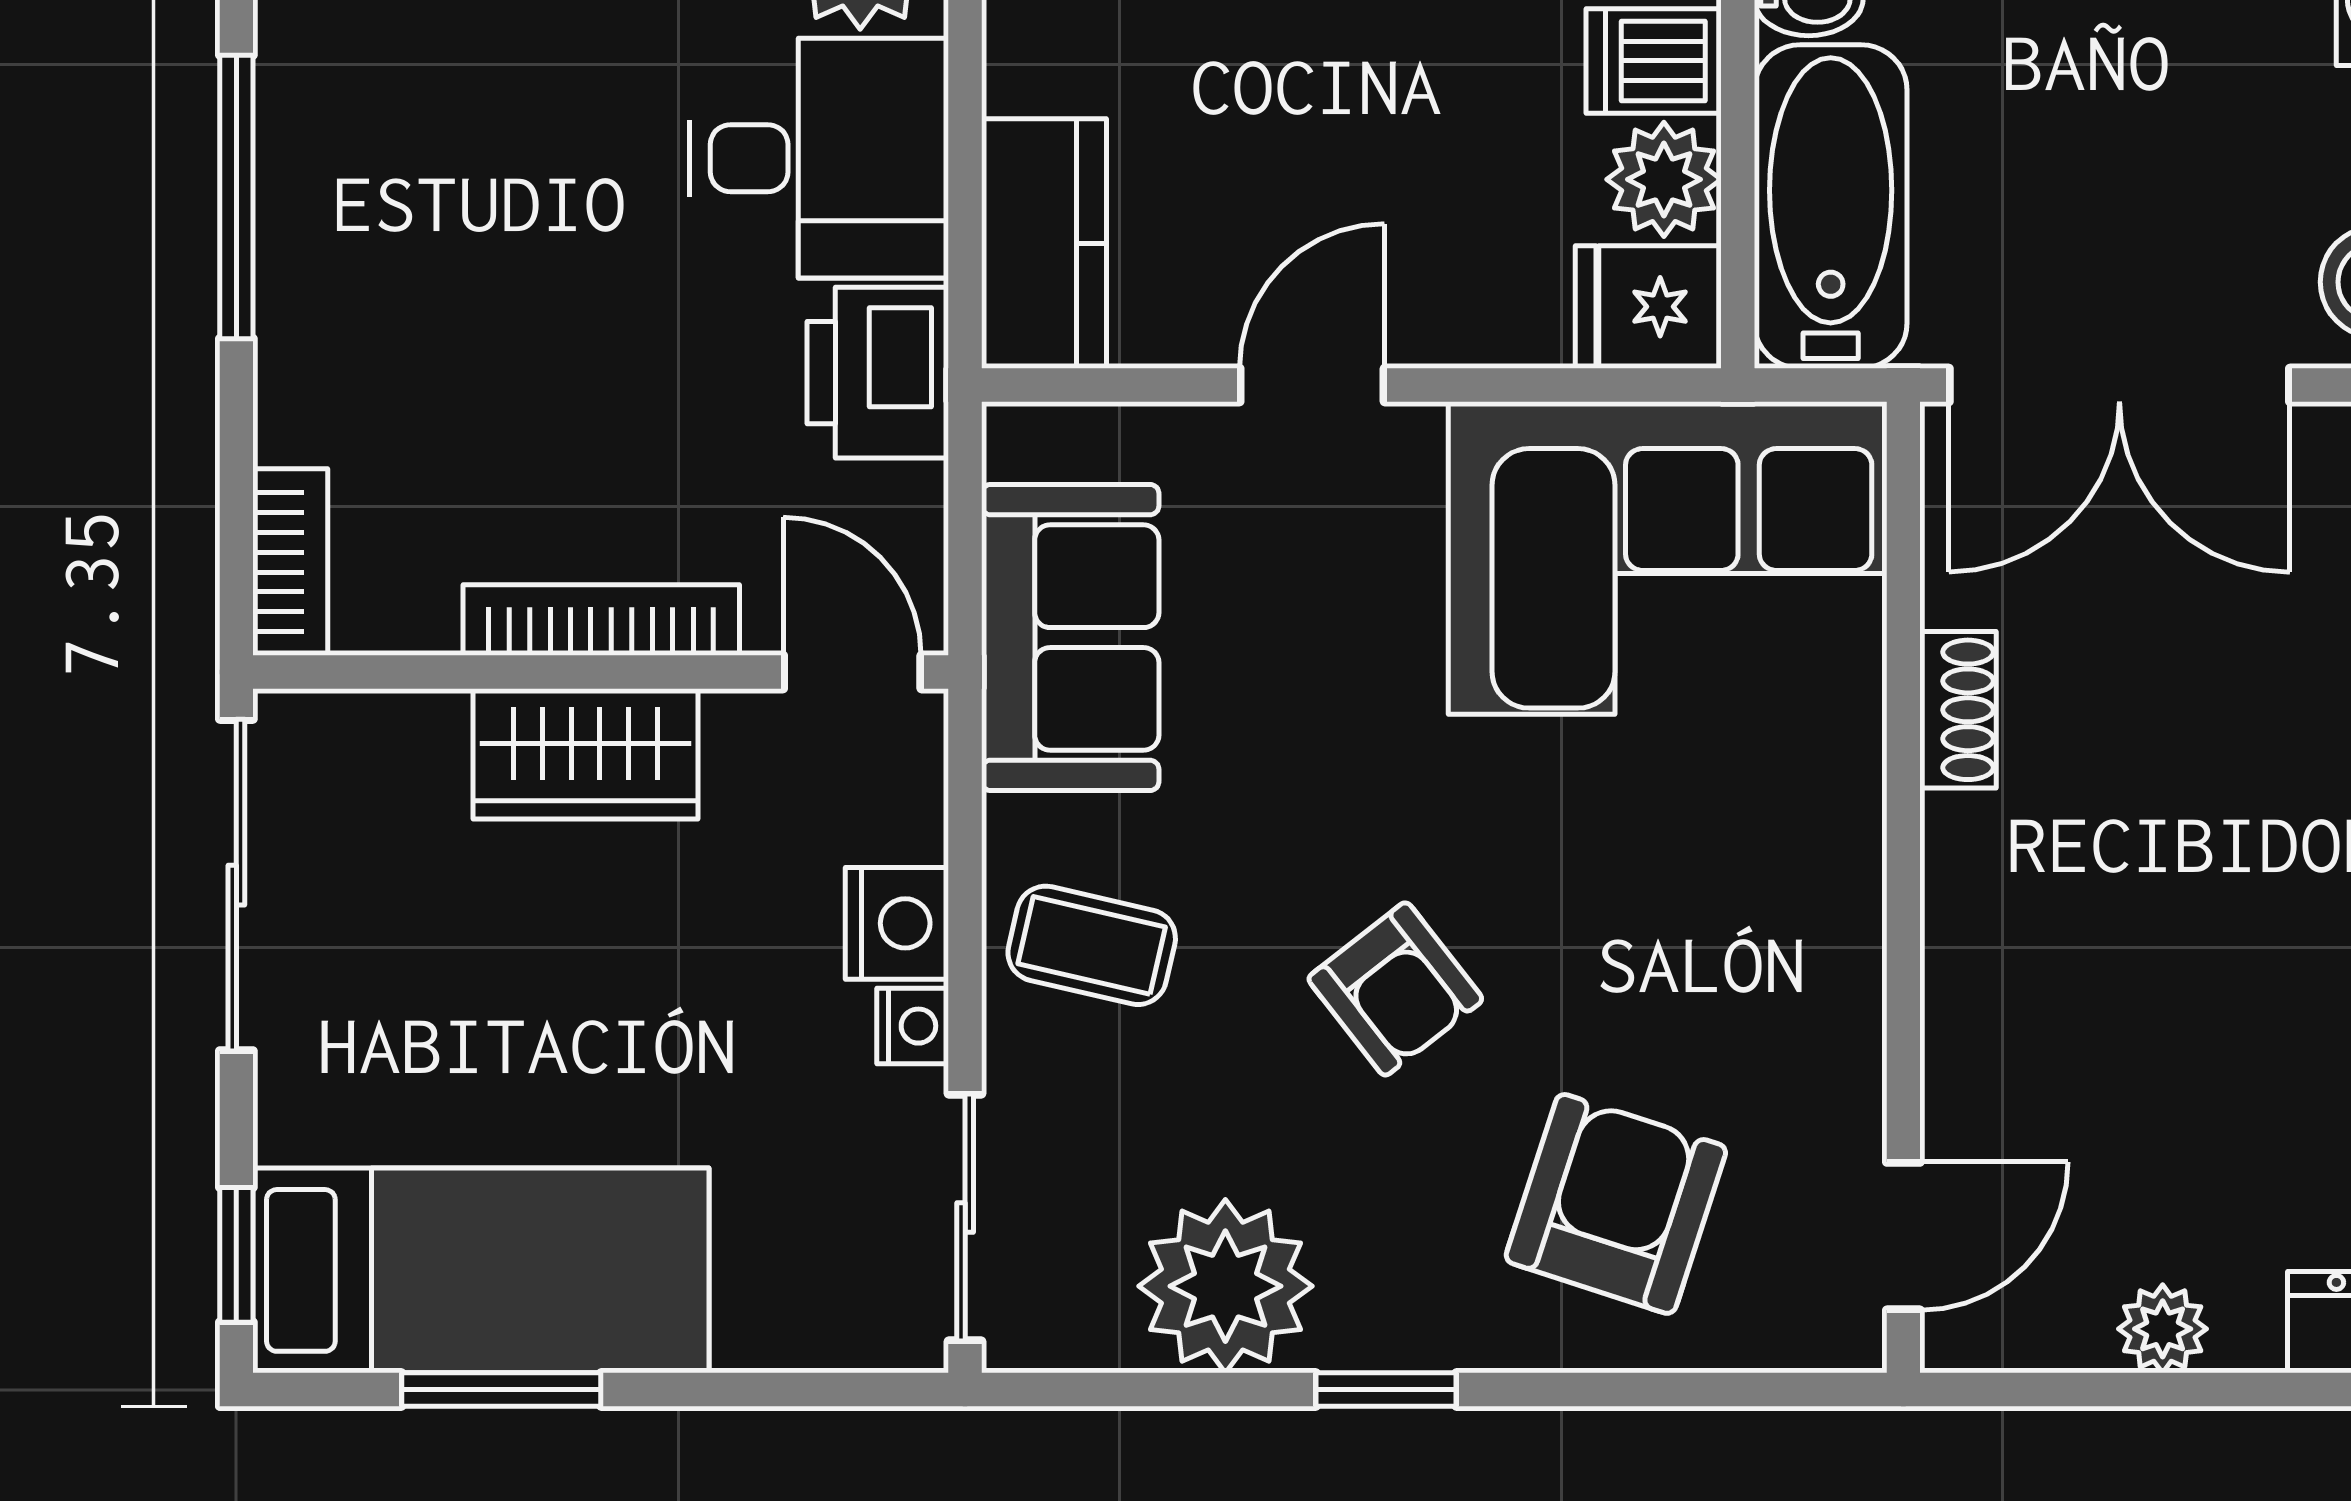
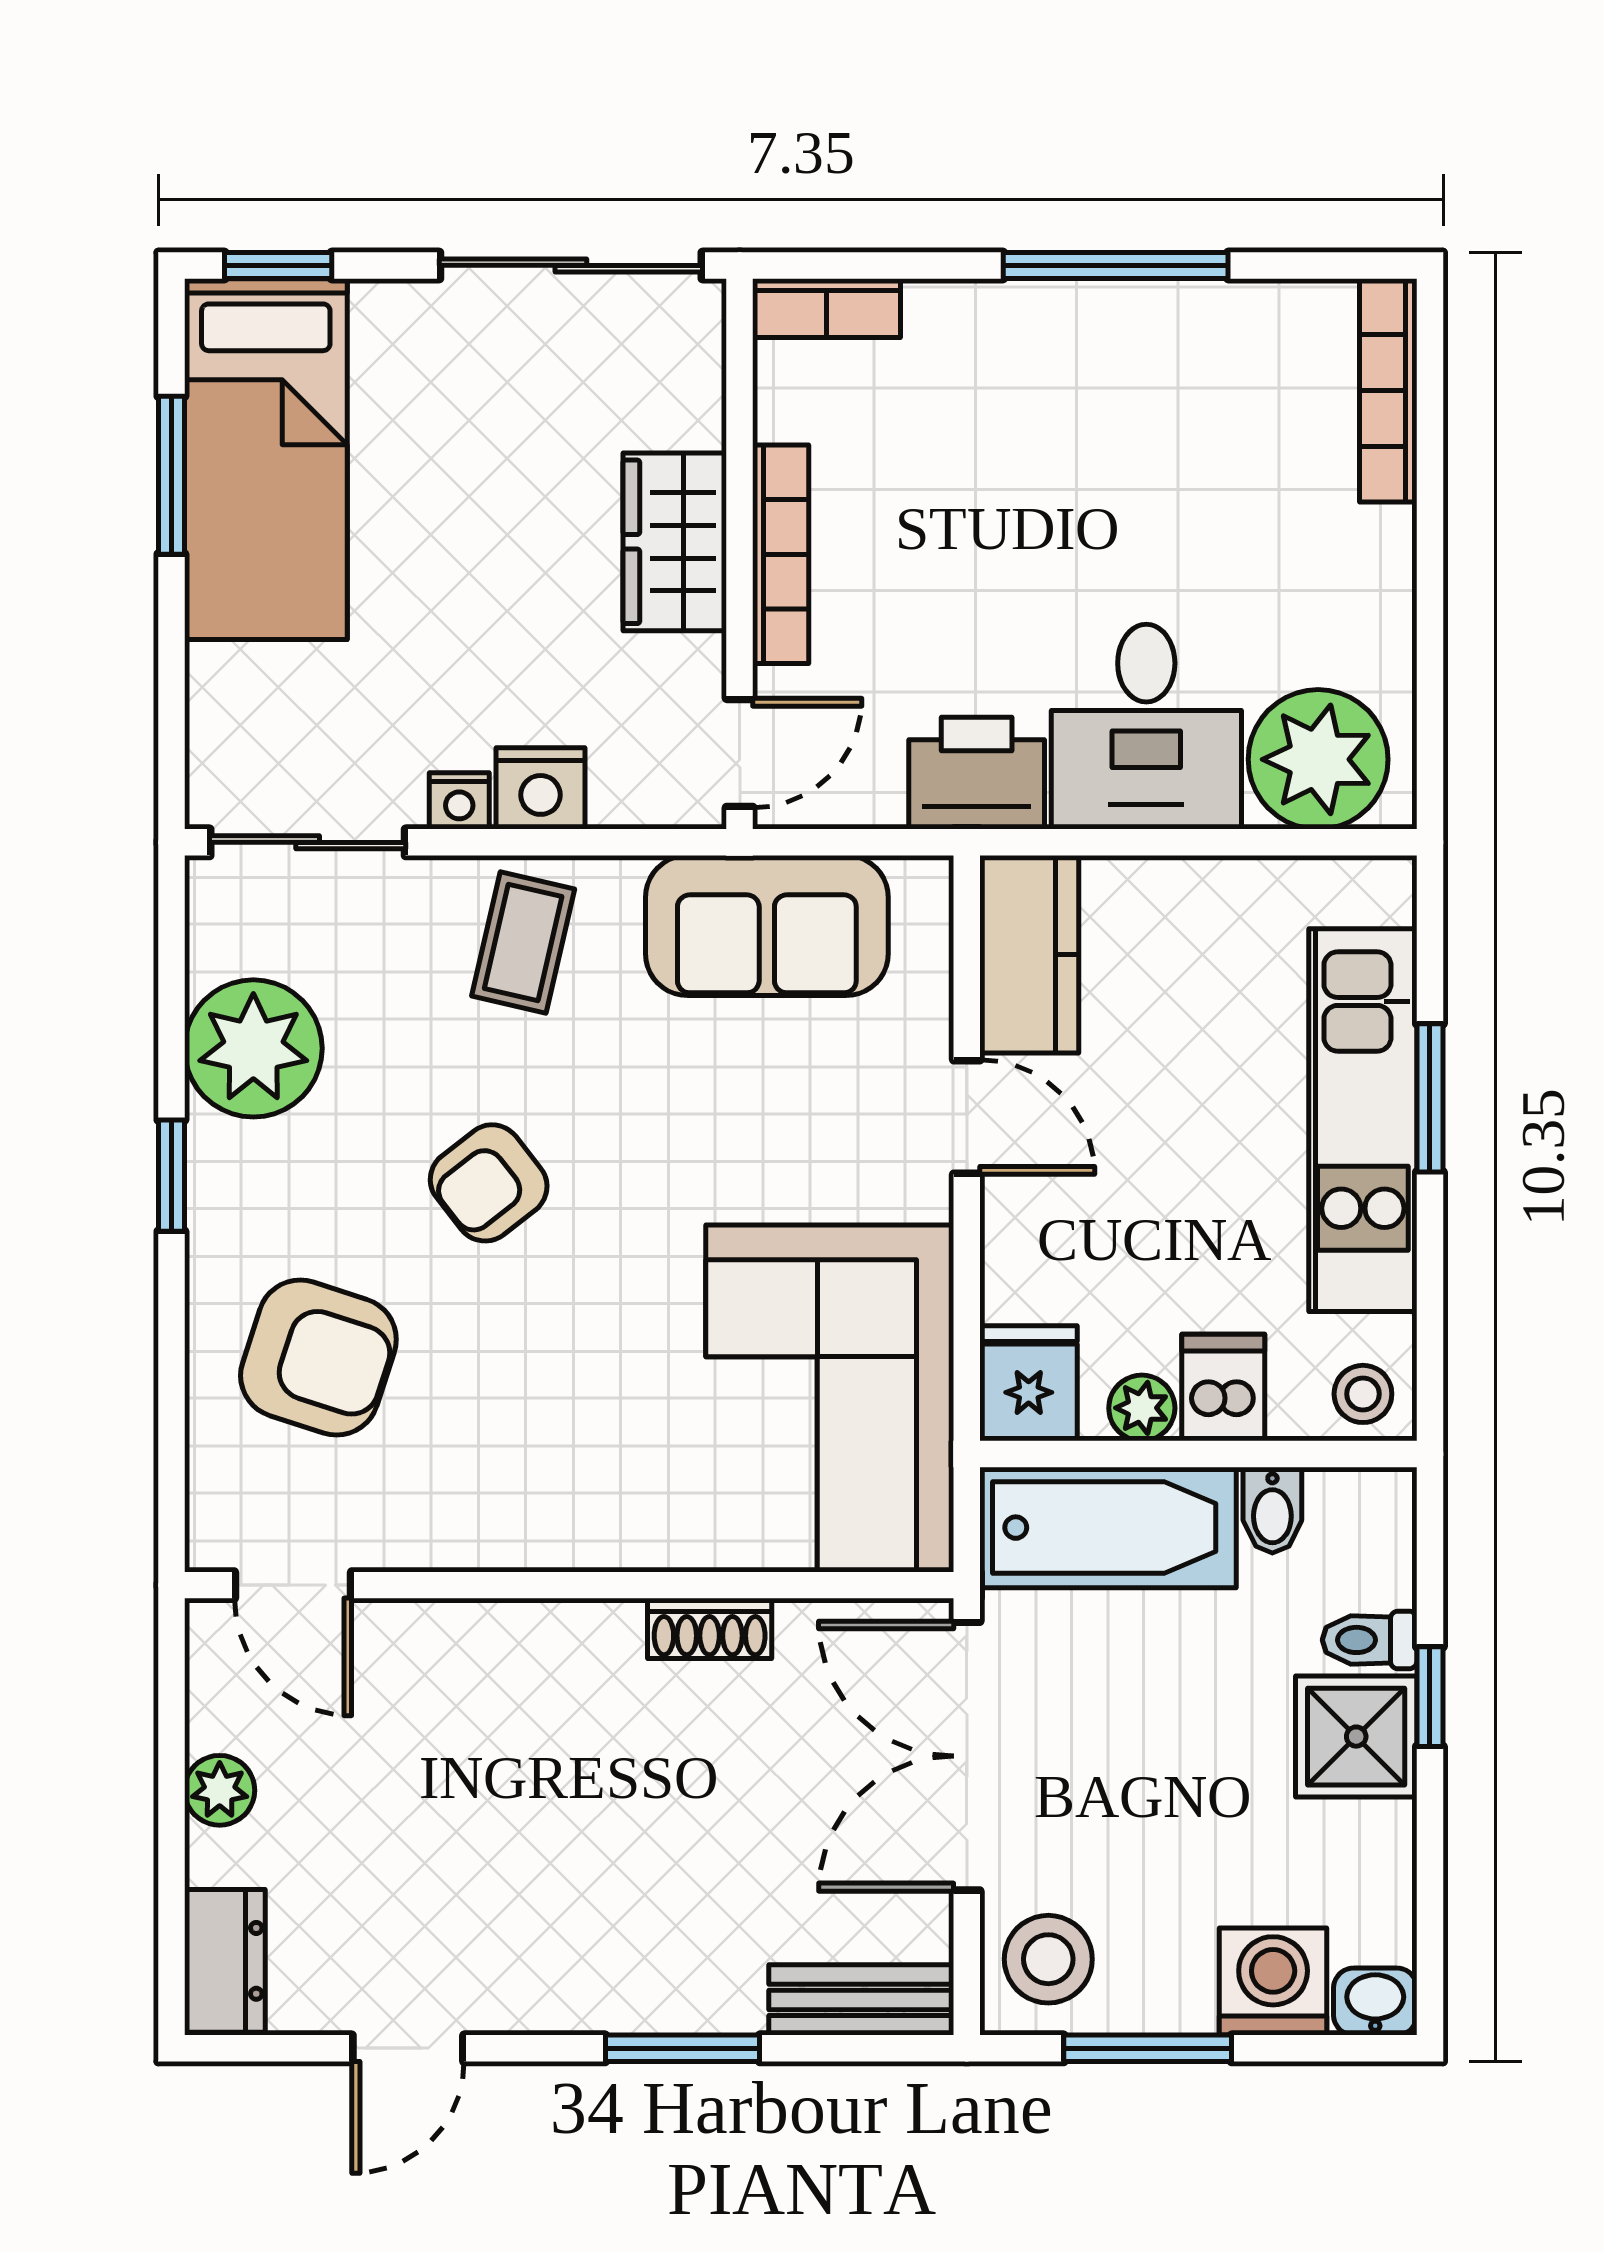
plant: (1664, 179) -> (1142, 1408), width x0.73, depth x0.73
kitchen counter: (1044, 244) -> (1029, 954), moved, turned -90

